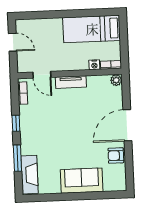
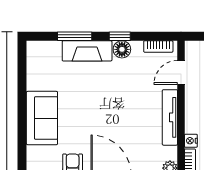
tv unit: (71, 82) -> (170, 117), width x1.41
floor lamp: (26, 121) -> (122, 49), added
fireplace: (29, 175) -> (87, 51), moved

